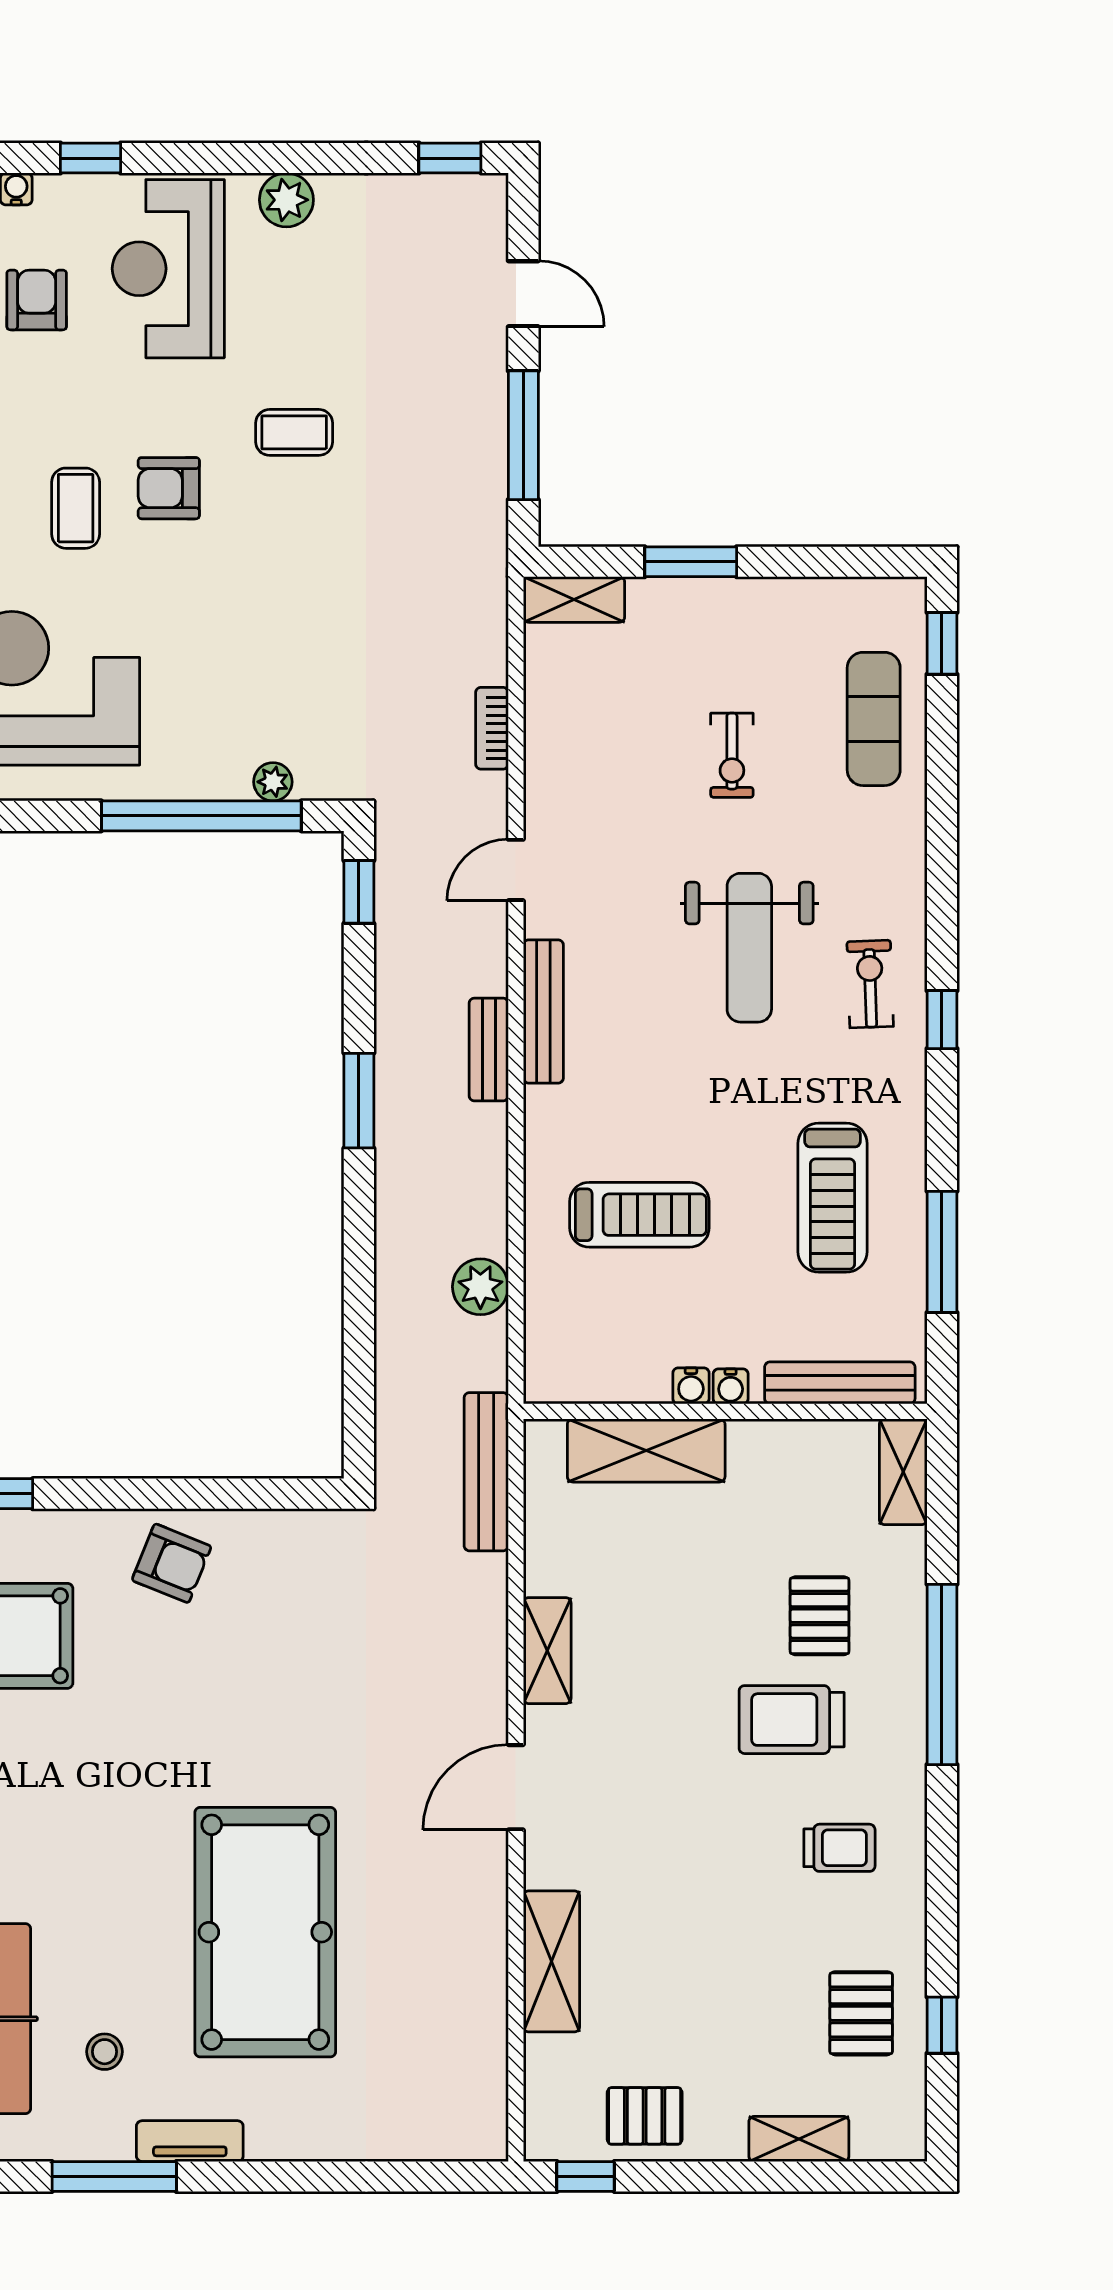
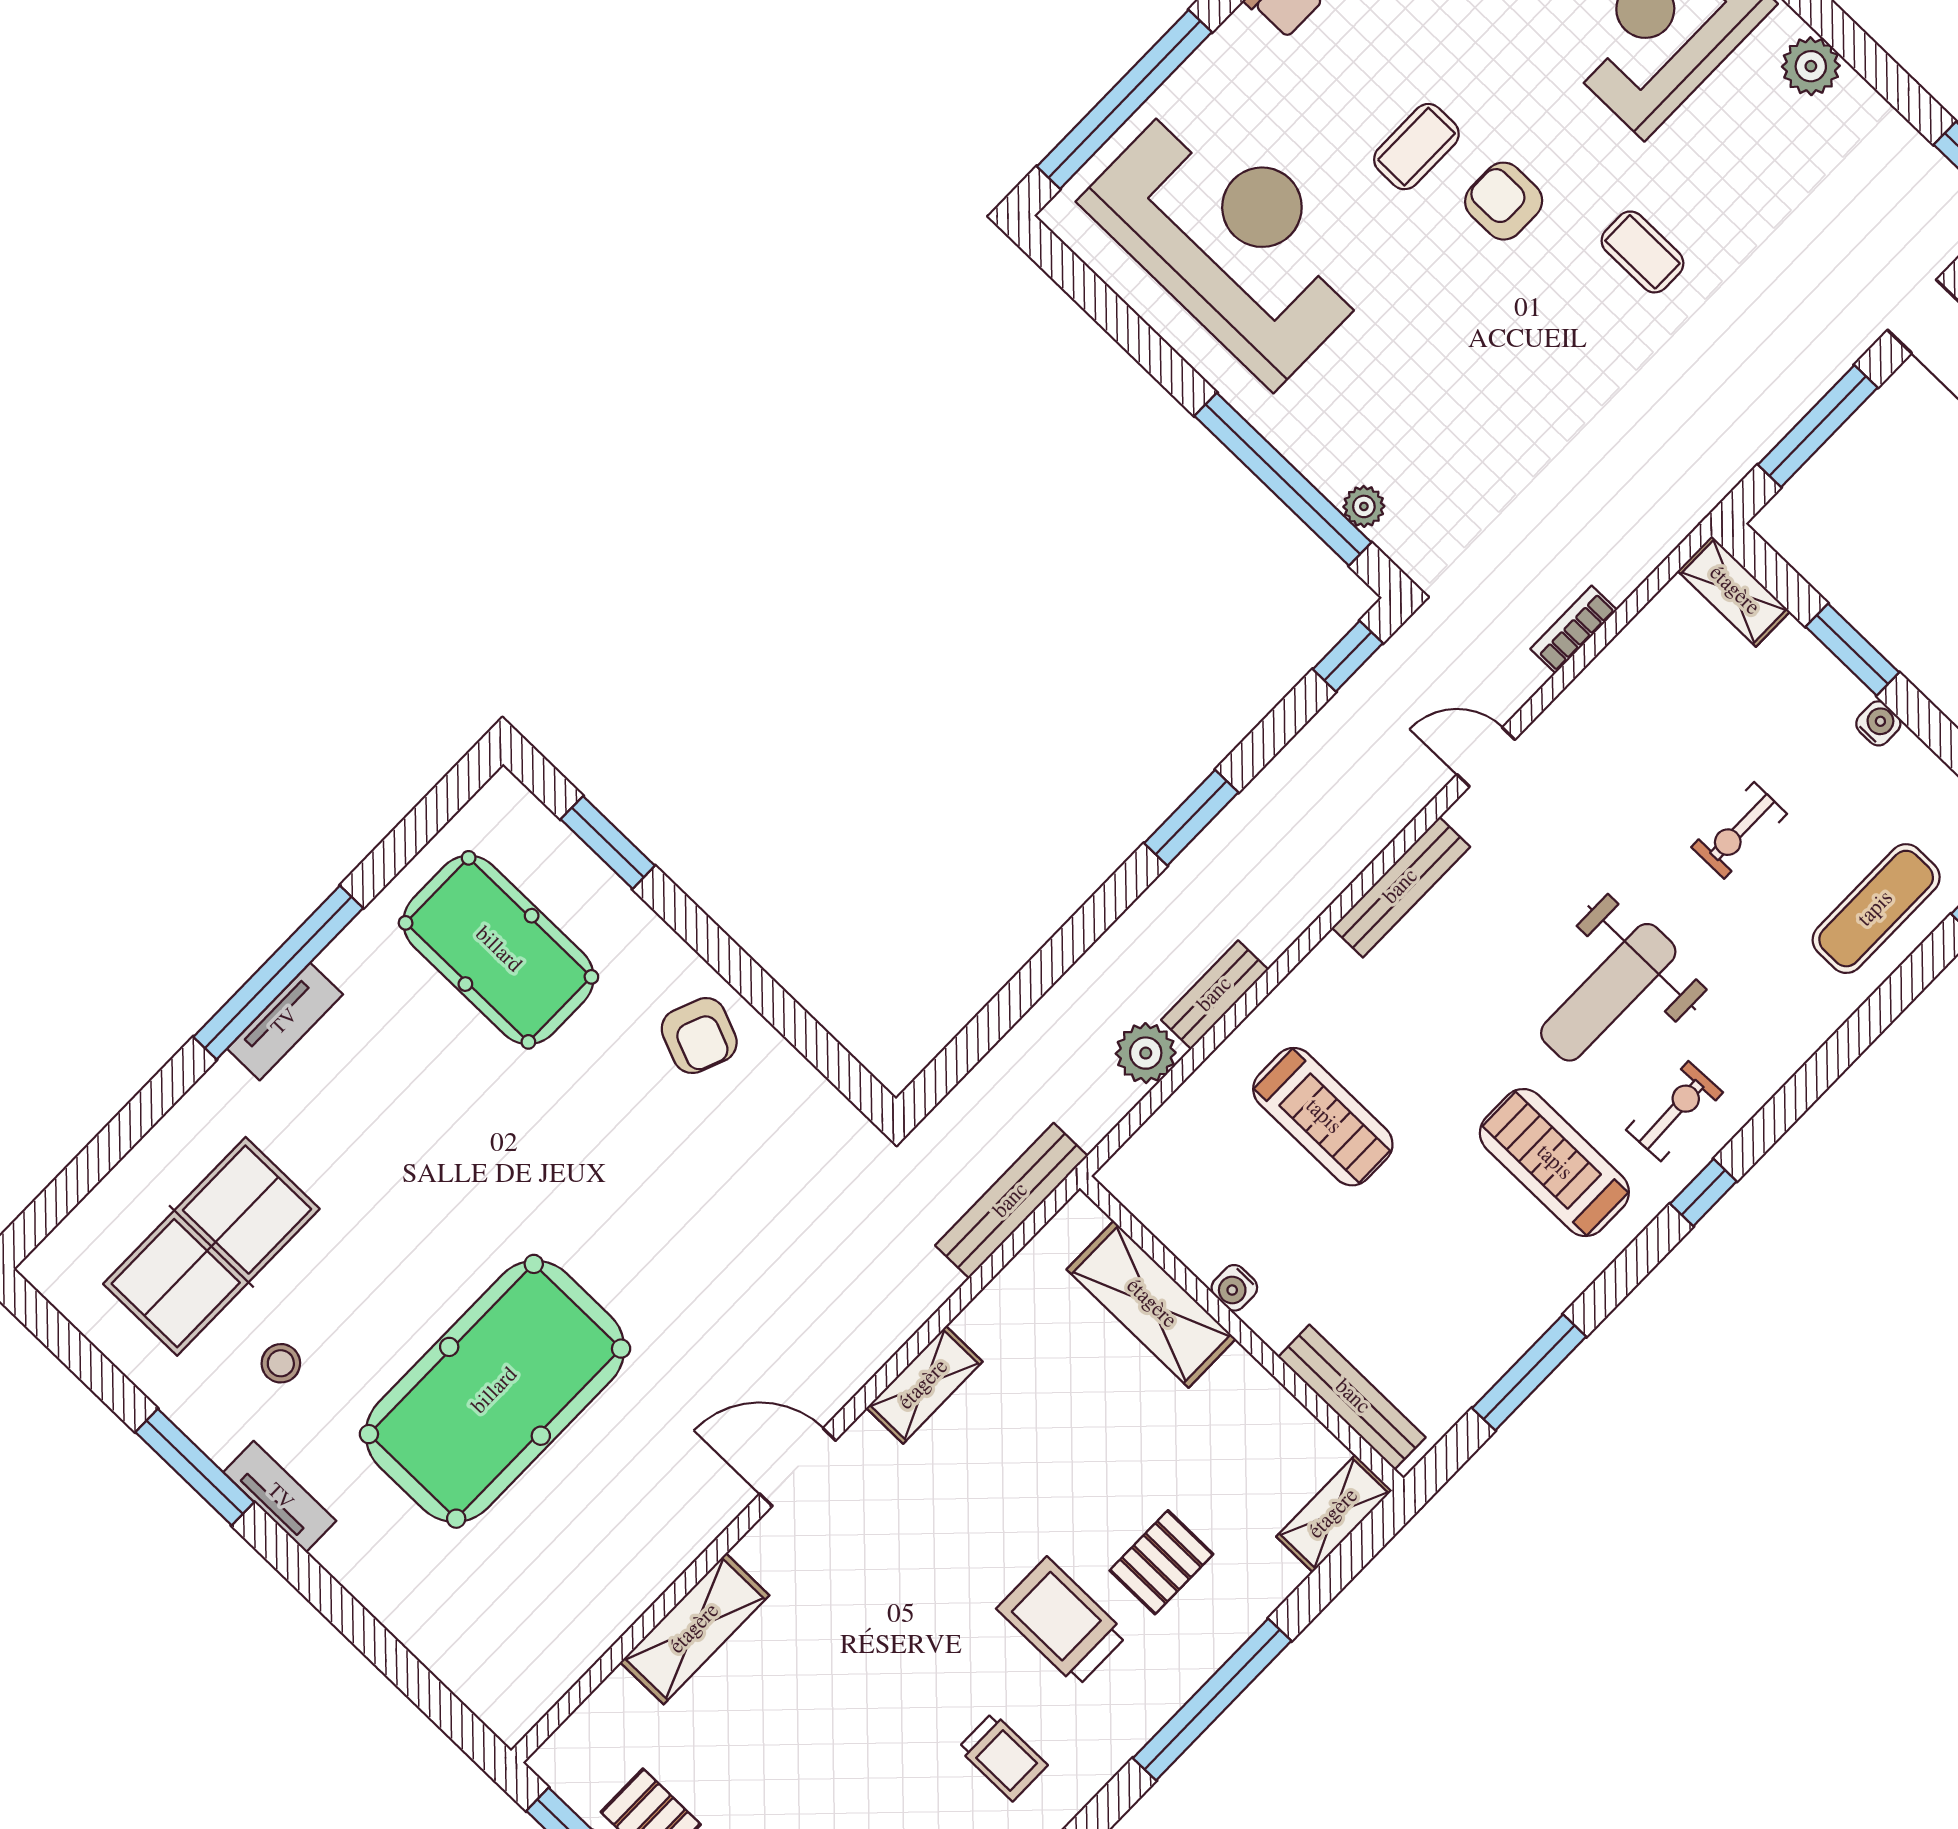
bench: (489, 1050) -> (1215, 995), moved
treadmill: (832, 1198) -> (1554, 1163), moved, turned 90
water cooler: (731, 1386) -> (1878, 723), moved, turned 180

